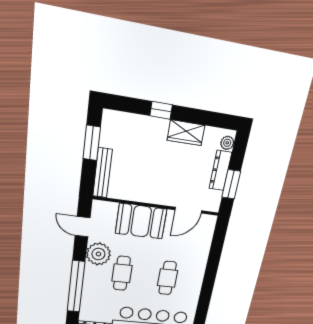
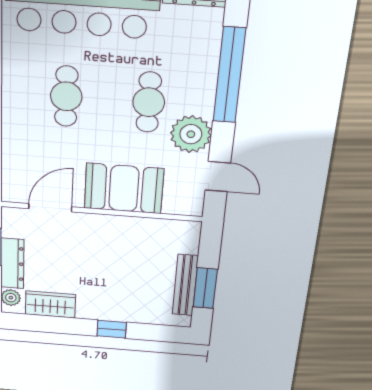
wardrobe: (186, 133) -> (50, 304), moved
bench: (102, 173) -> (185, 285), moved

